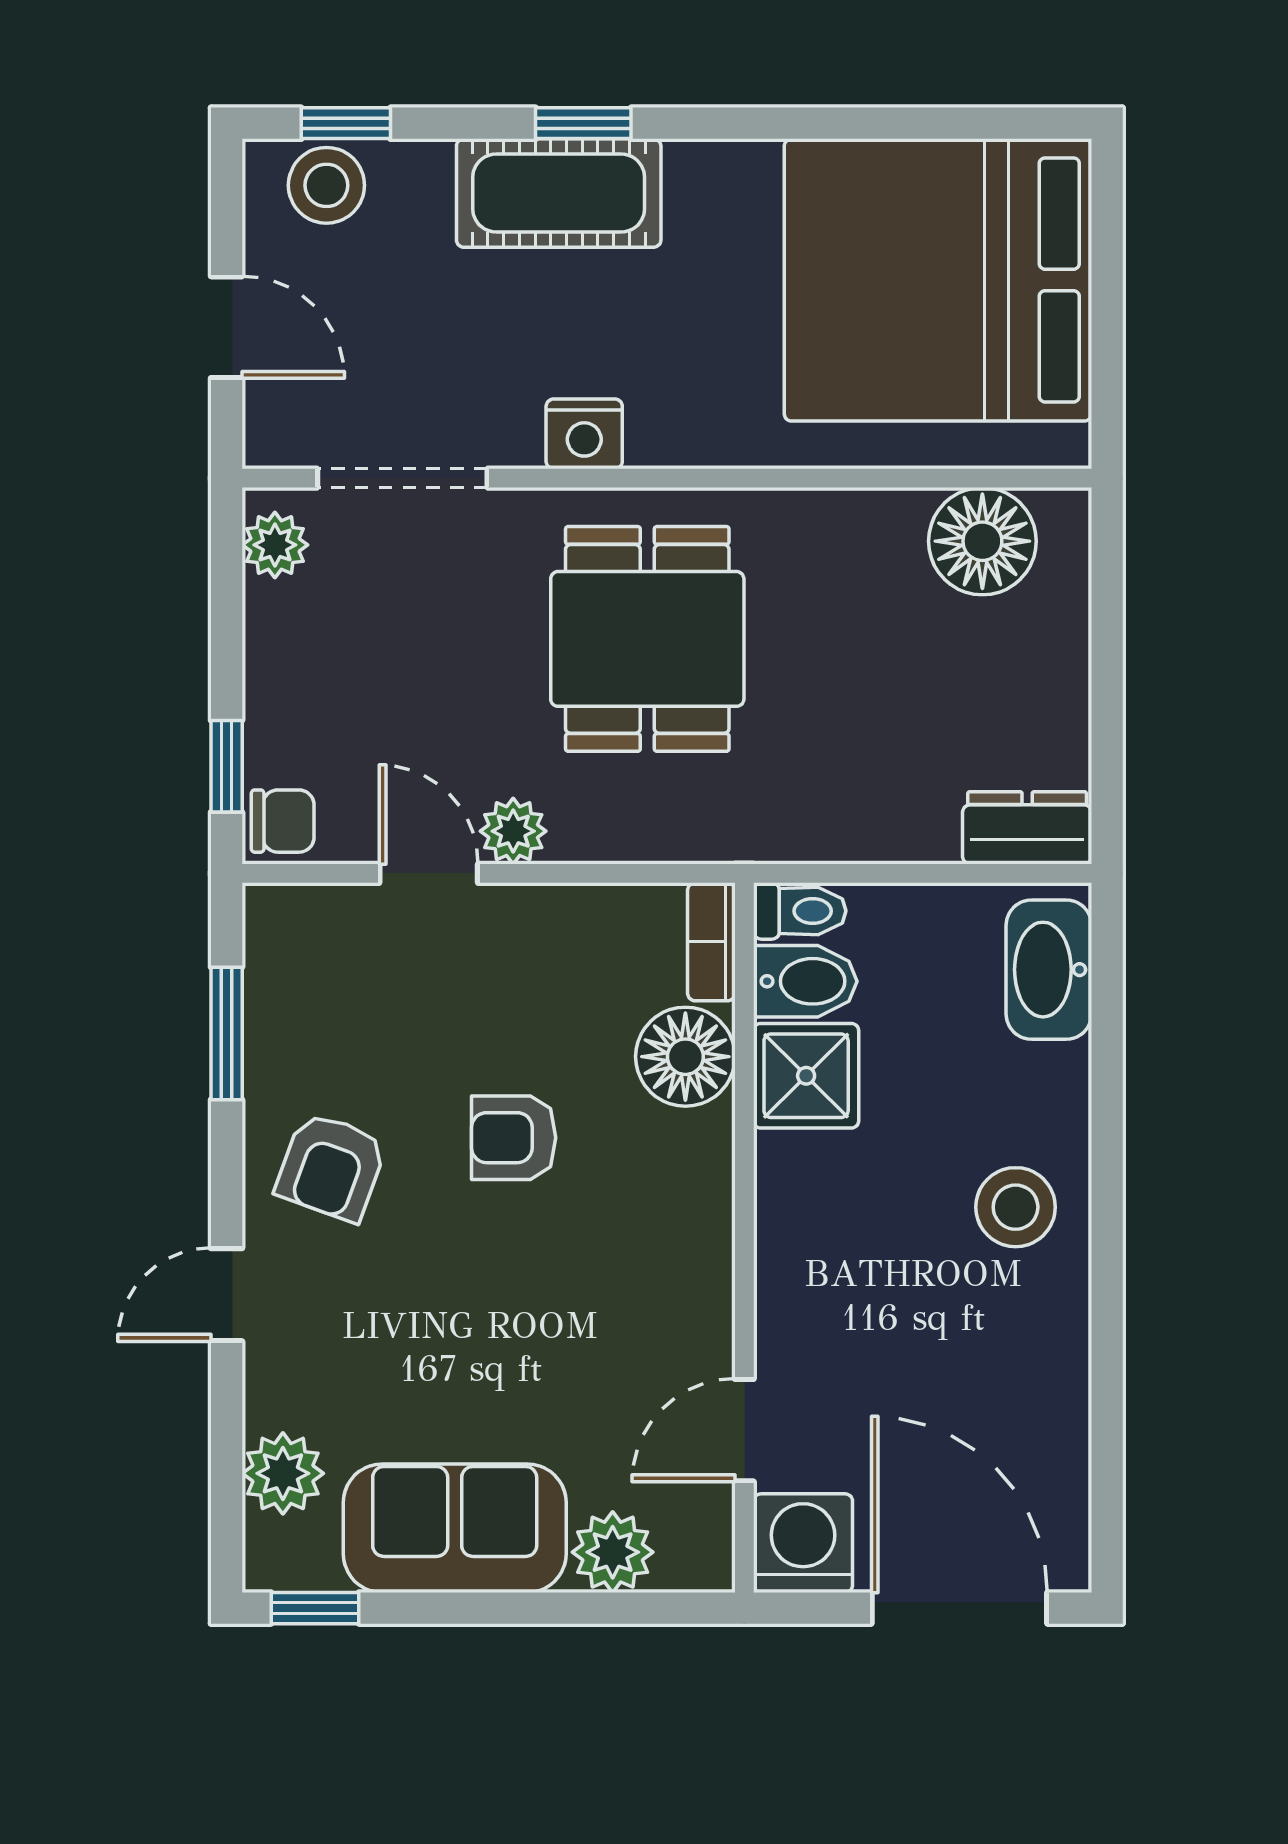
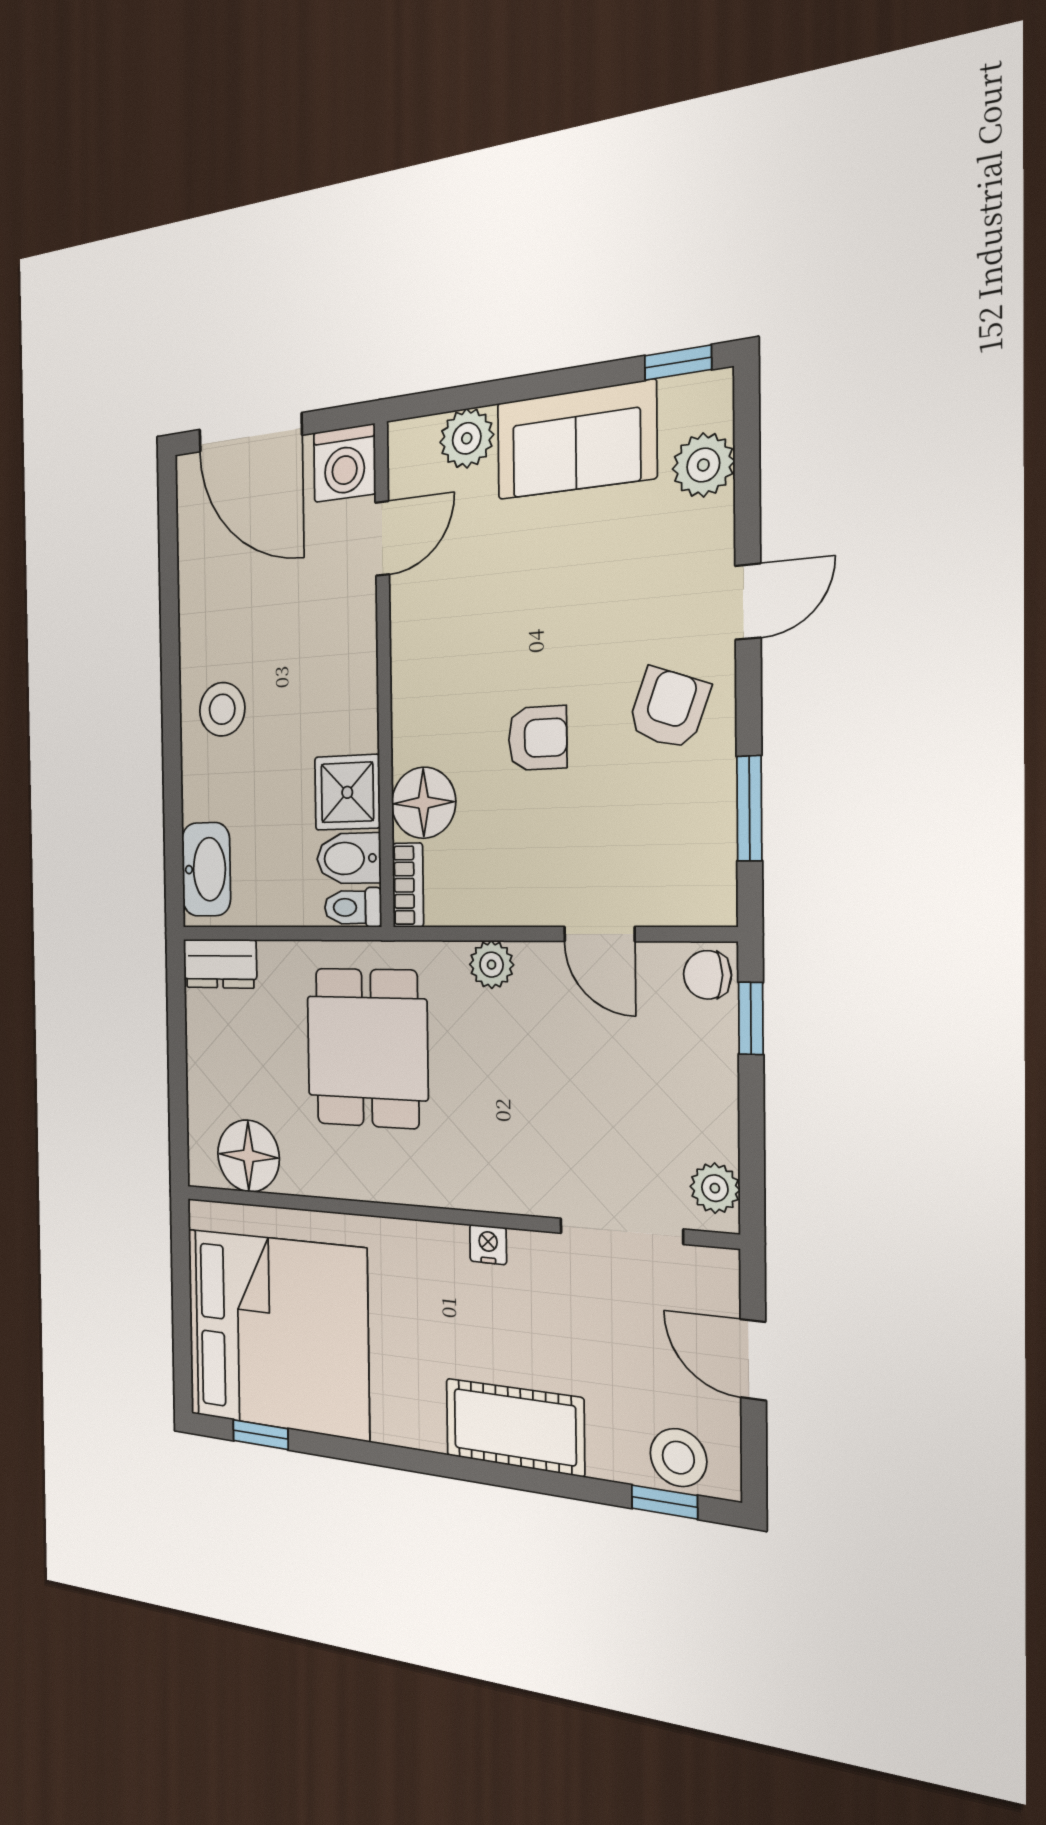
window: (583, 123) -> (261, 1435), moved
nightstand: (584, 434) -> (488, 1244), width x0.72, depth x0.74
dining table: (647, 639) -> (367, 1048), moved
plant: (513, 831) -> (492, 965), moved

